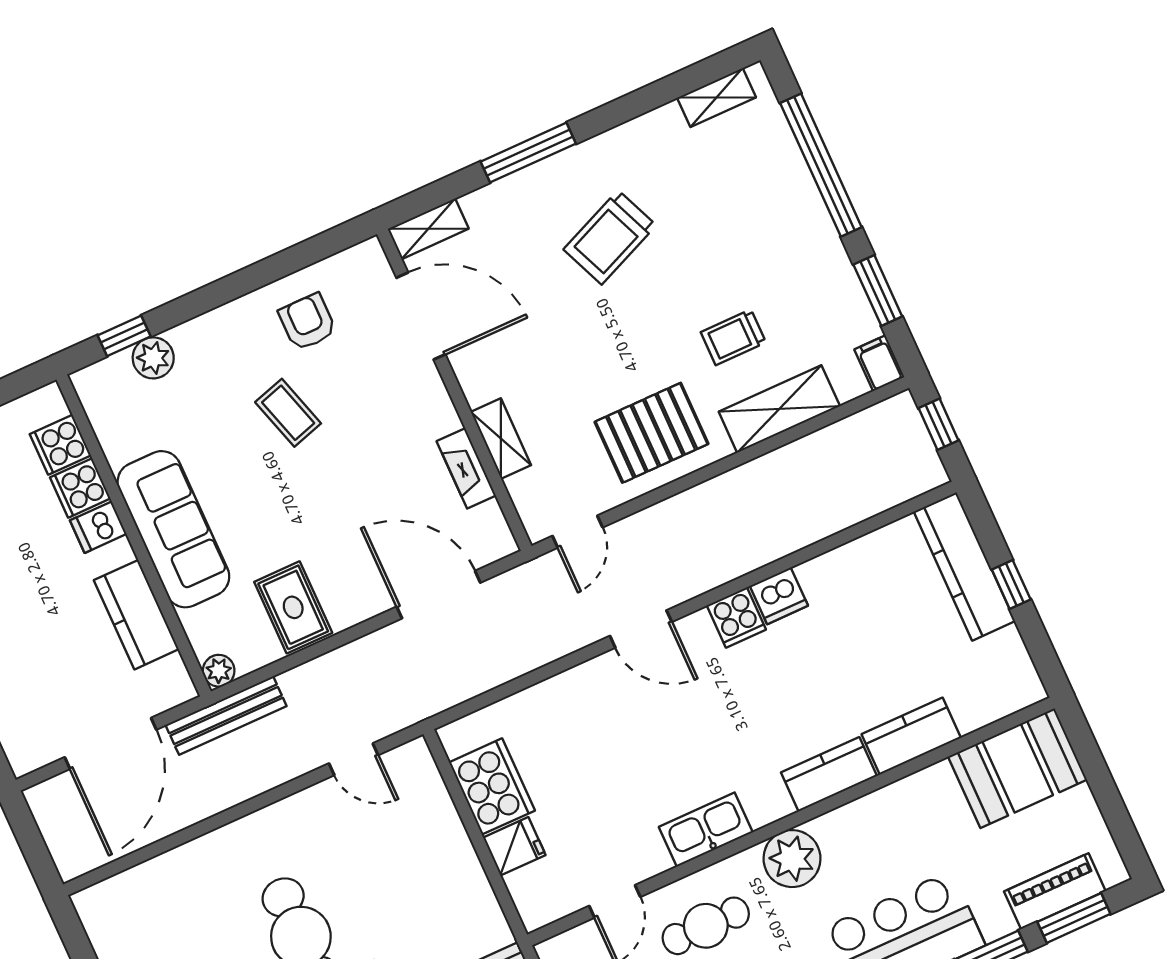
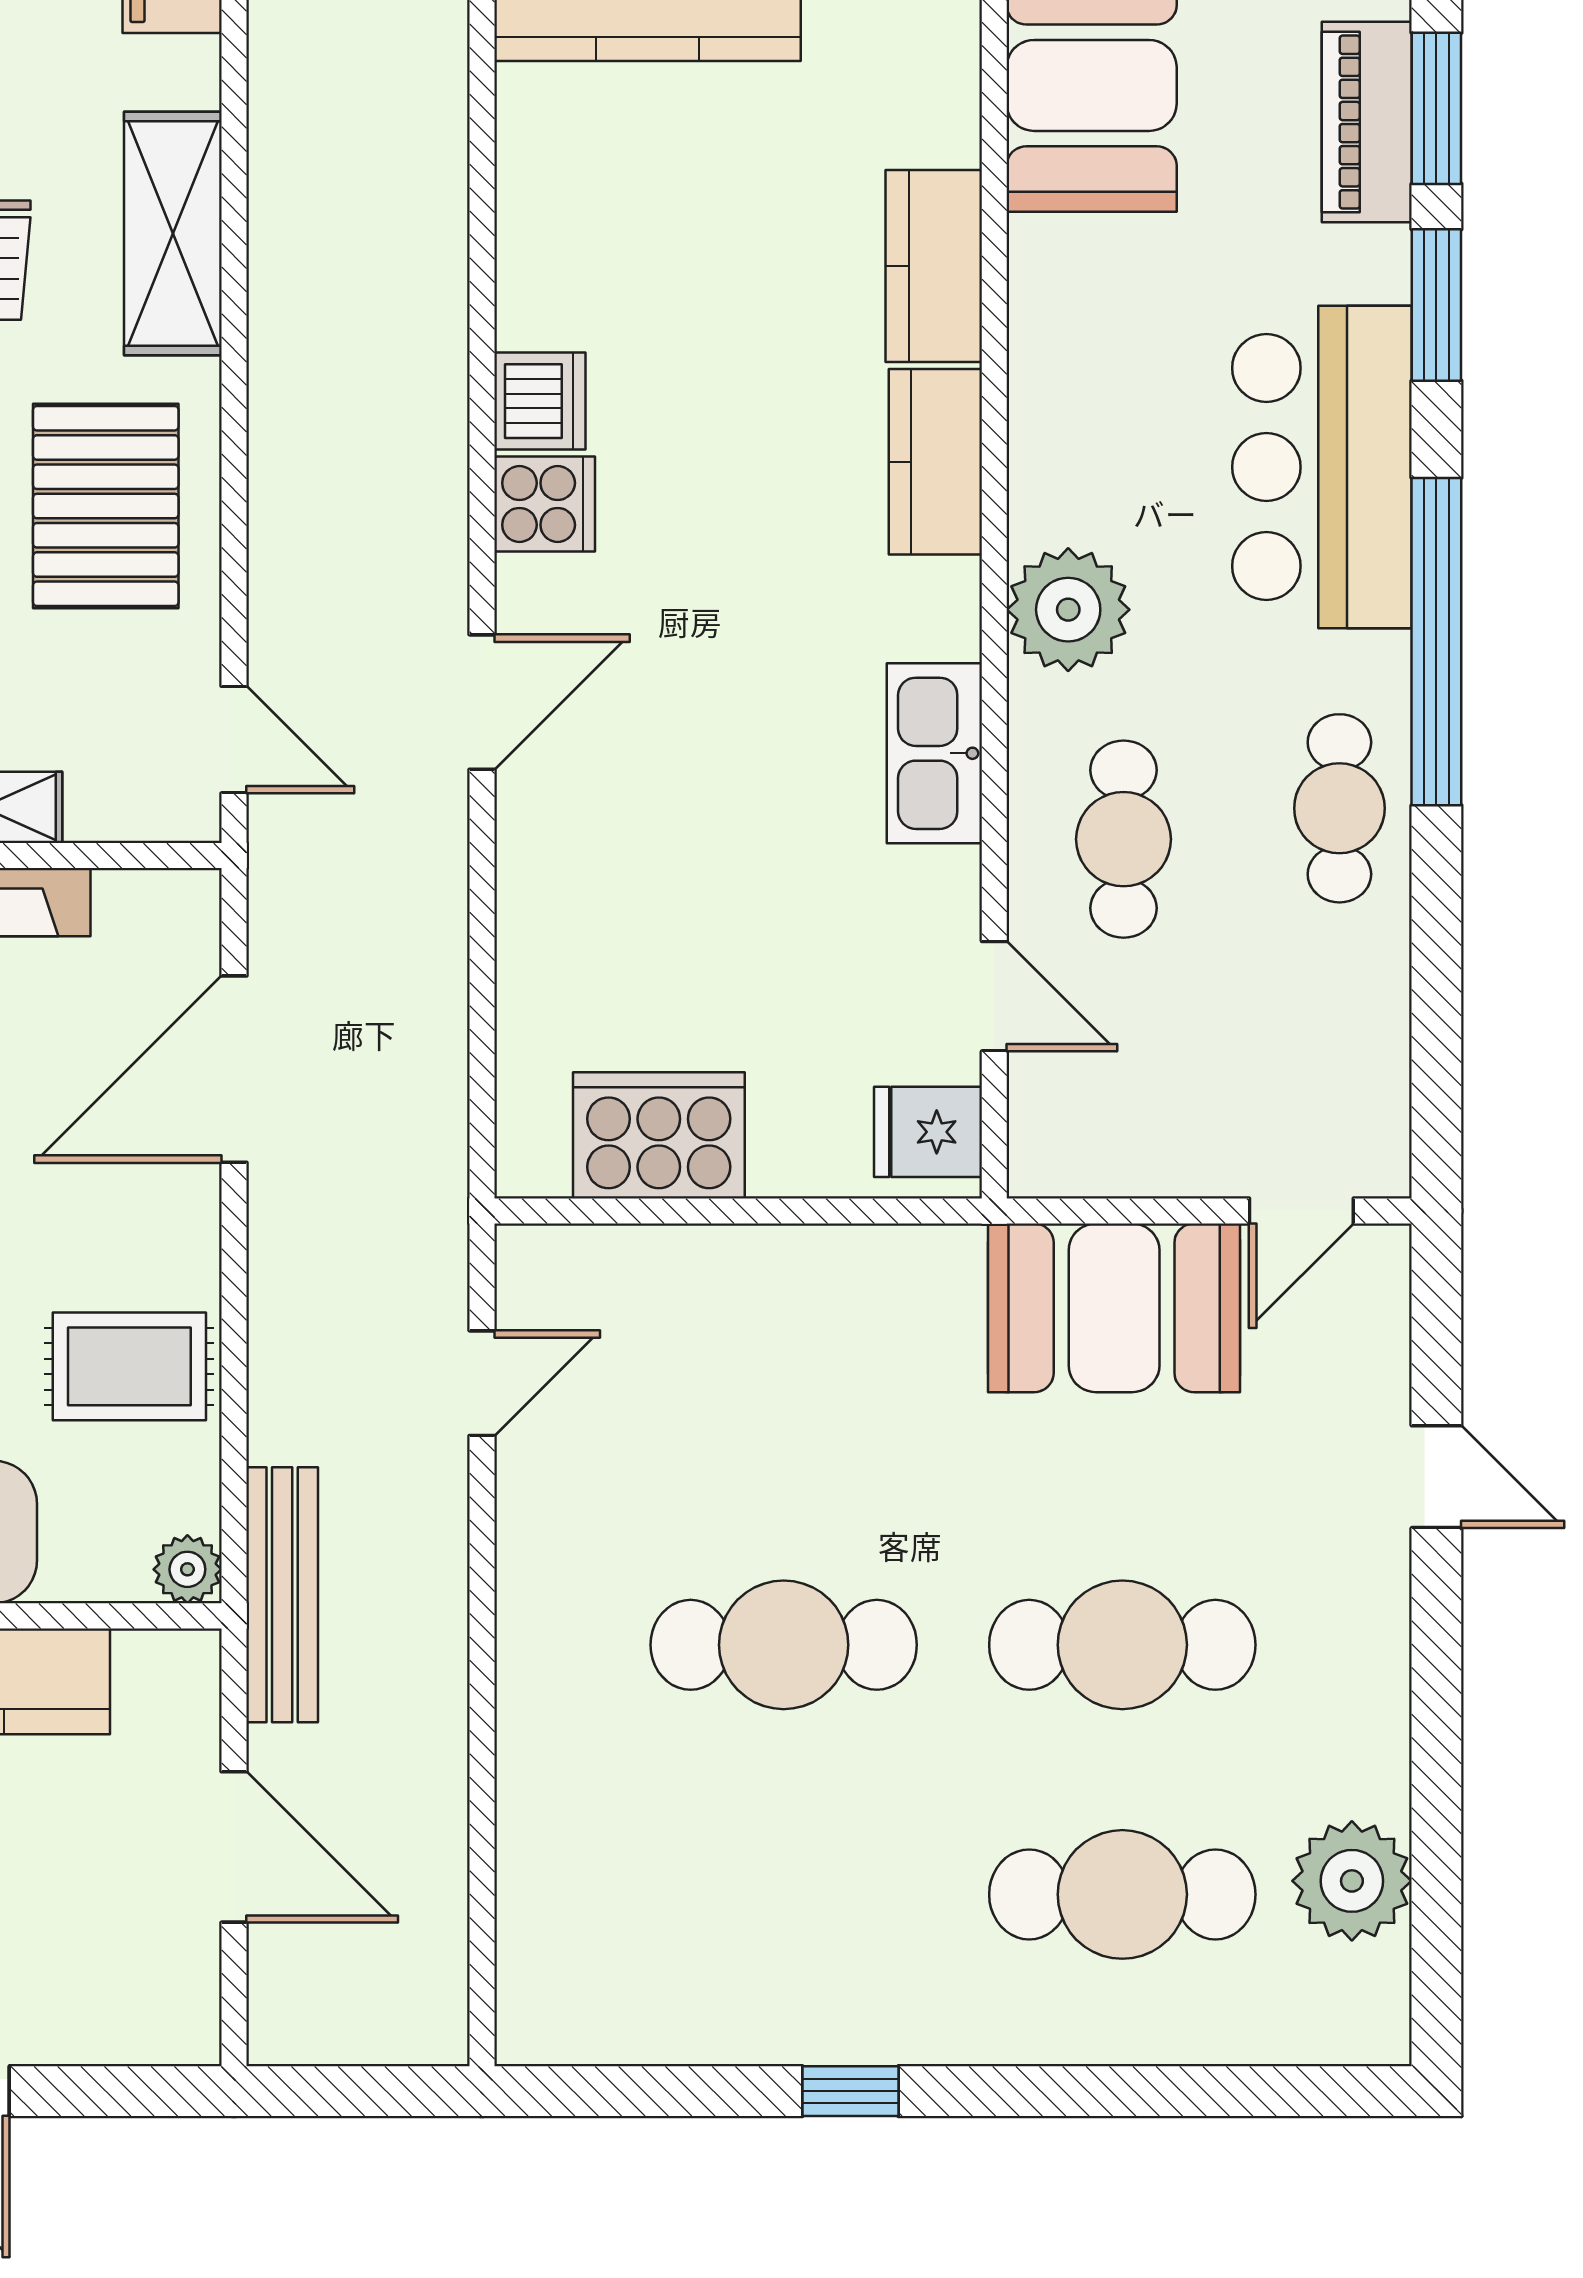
door: (110, 743) -> (234, 1847), width x0.73
fridge: (514, 846) -> (928, 1132), moved, turned -90

